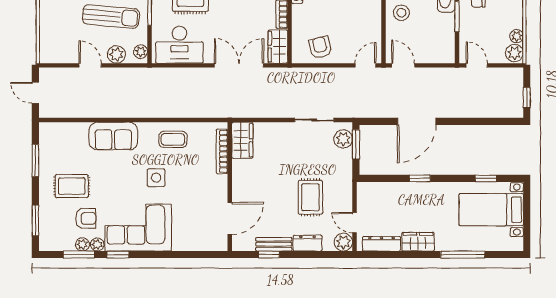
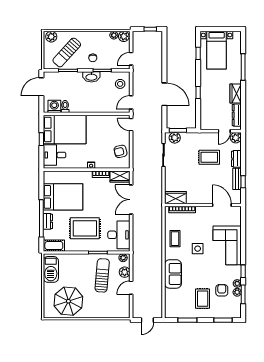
stool: (401, 13) -> (120, 84), moved
corner sofa: (138, 228) -> (227, 245), moved

